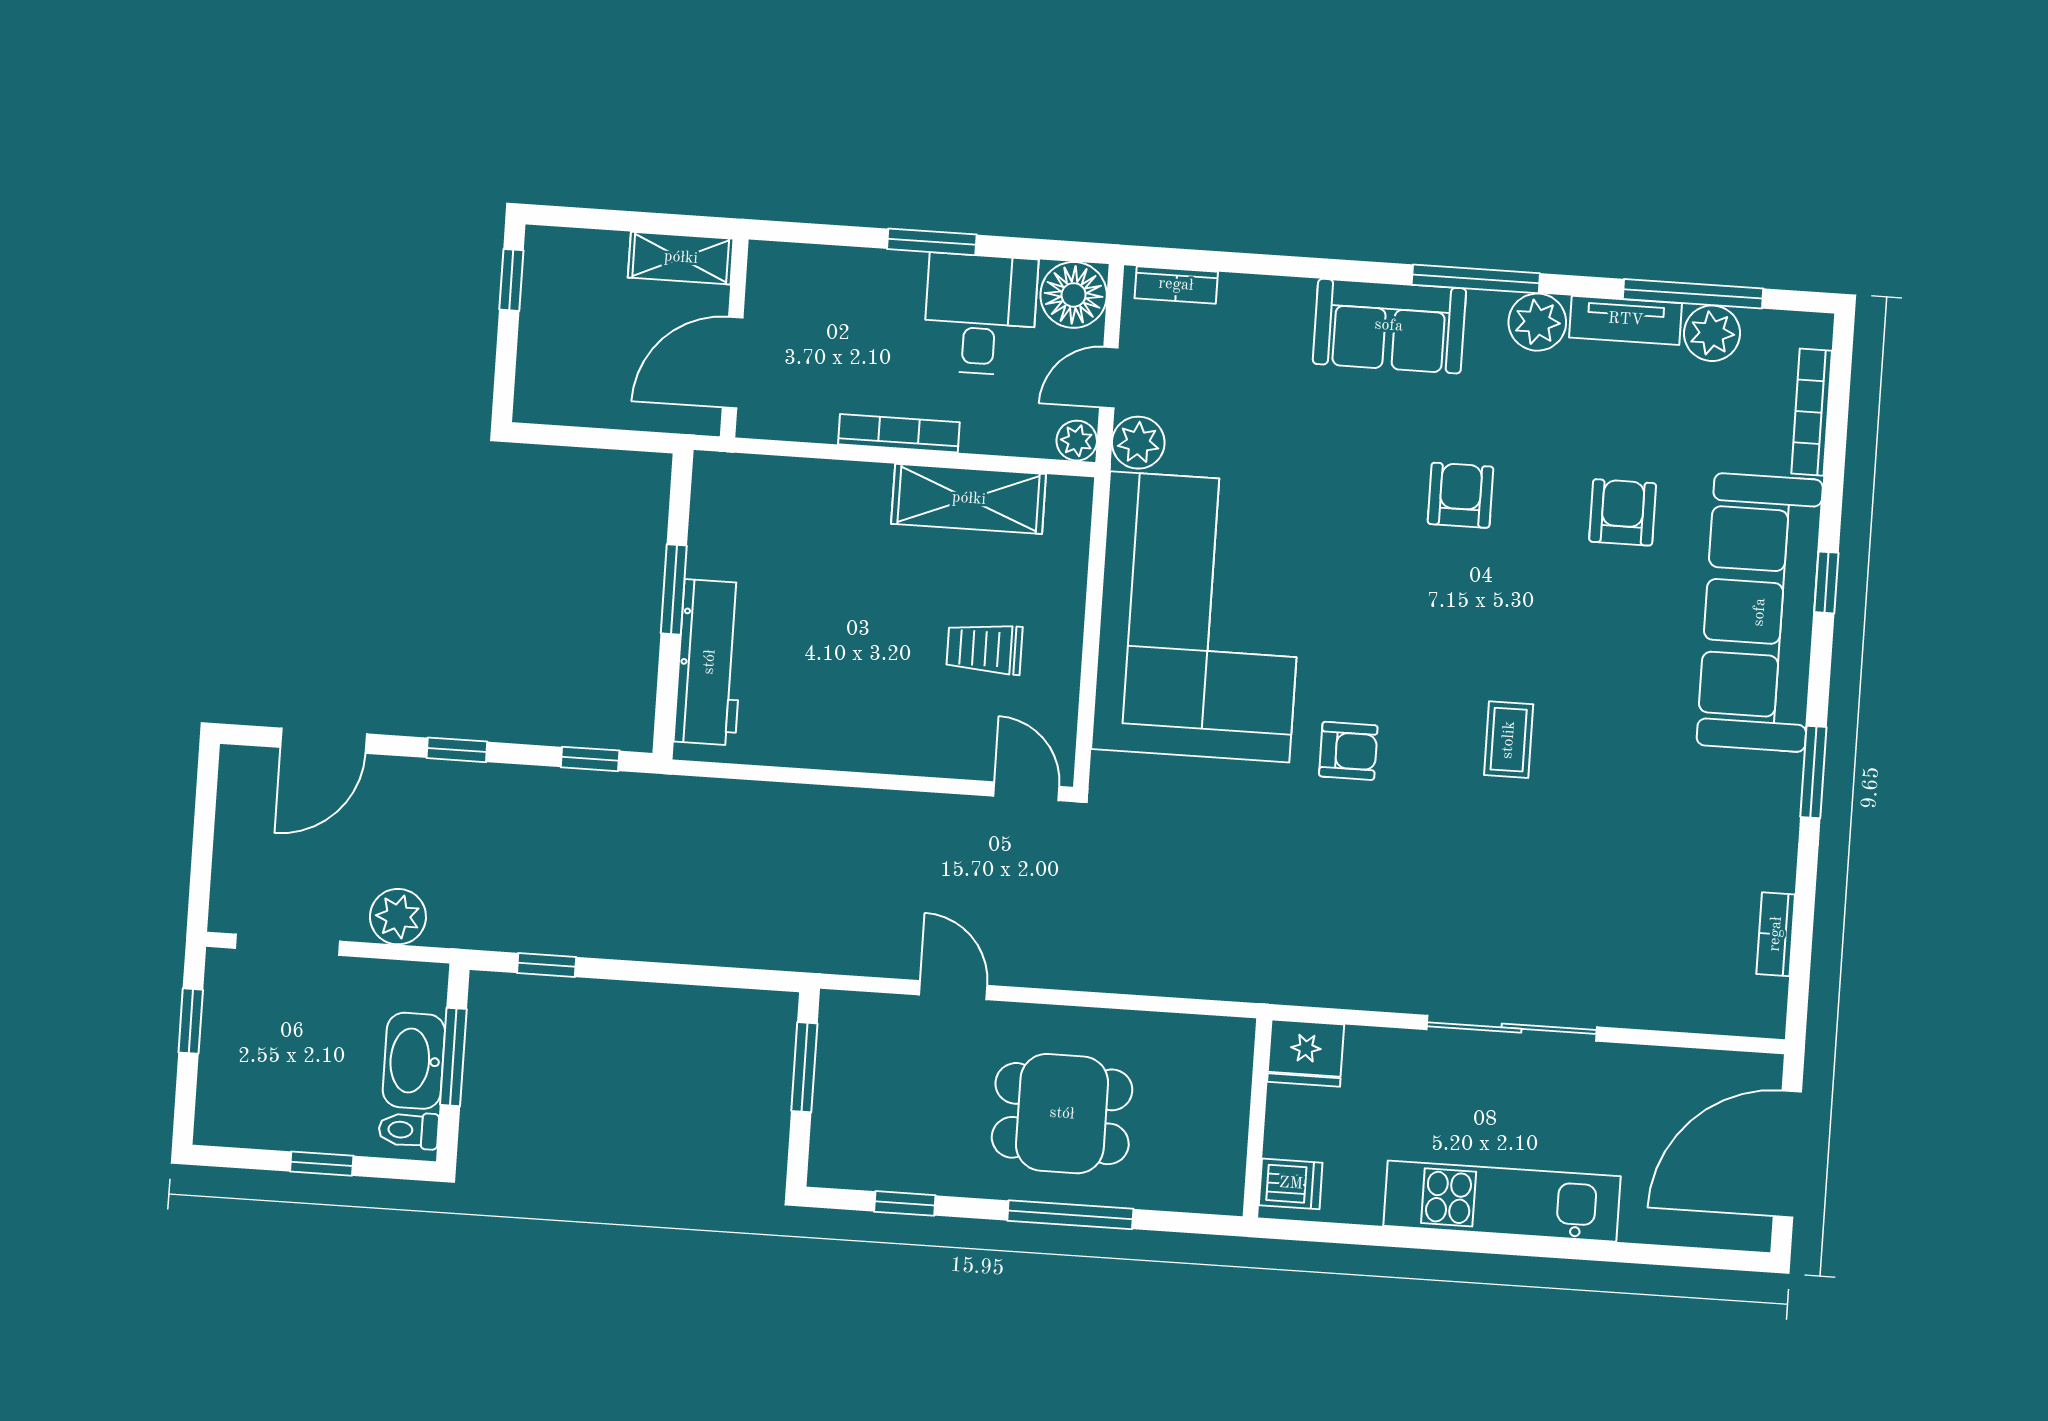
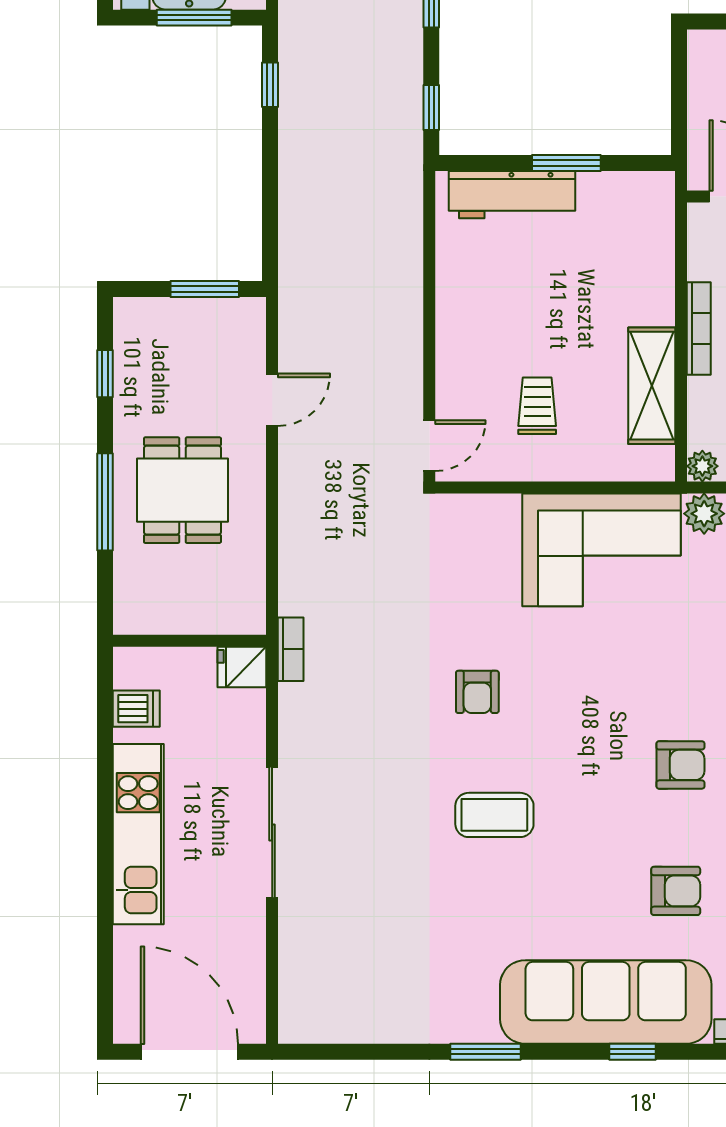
corner sofa: (1200, 617) -> (602, 550), width x0.73, depth x0.74
coffee table: (1509, 740) -> (494, 815), width x1.36, depth x1.30
bookcase: (1776, 934) -> (291, 649), moved, turned 90
fridge: (1306, 1053) -> (242, 667), width x0.72
dishwasher: (1291, 1184) -> (136, 709), moved, turned -90

